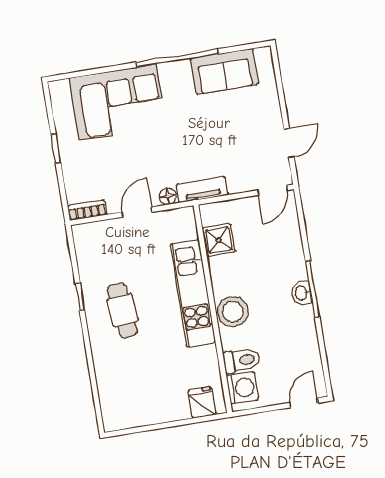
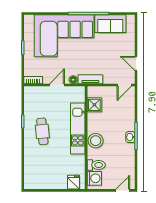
corner sofa: (118, 102) -> (64, 36), width x1.36, depth x1.36
door: (289, 143) -> (136, 63), swing flipped

